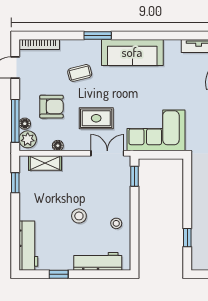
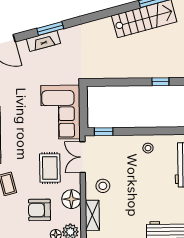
armchair: (51, 107) -> (39, 210), turned -90
floor lamp: (58, 146) -> (71, 199), width x1.89, depth x1.89
stool: (79, 216) -> (103, 186), moved

